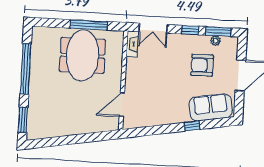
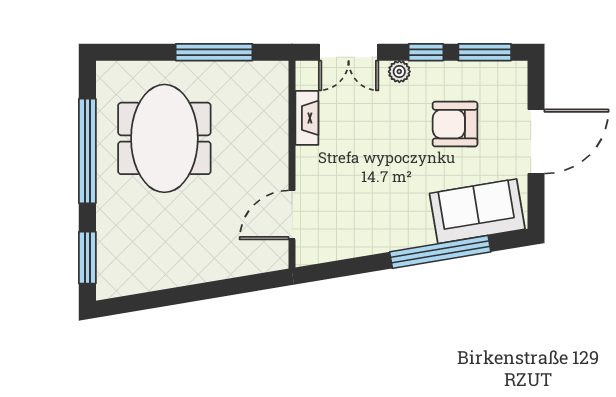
plant: (216, 41) -> (399, 72), moved
fireplace: (132, 44) -> (307, 118), moved
meeting table: (82, 56) -> (164, 138), moved
window: (192, 126) -> (440, 252), width x3.17

